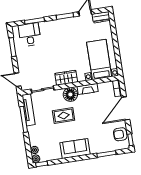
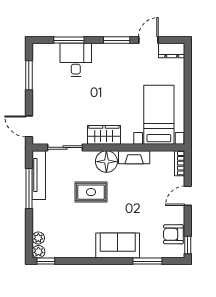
desk: (30, 35) -> (76, 60), moved
door: (126, 108) -> (188, 196), width x0.53
sofa: (75, 149) -> (118, 245), moved

